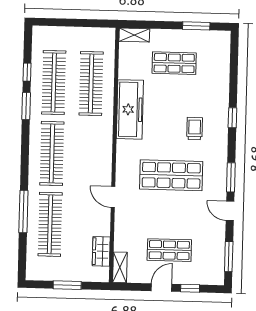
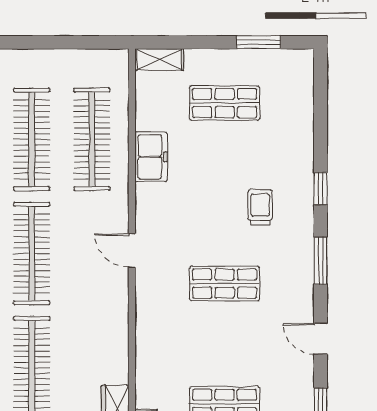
freezer: (130, 109) -> (151, 157), width x0.52, depth x0.79
shop shelf: (171, 175) -> (225, 284), width x0.70, depth x0.74
window: (231, 177) -> (321, 261), moved
door: (113, 197) -> (132, 251), moved

